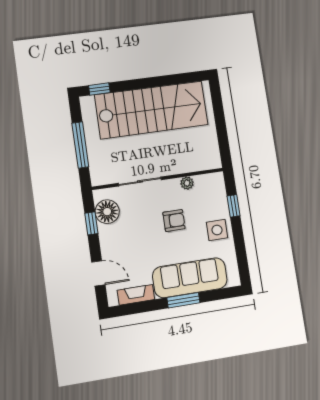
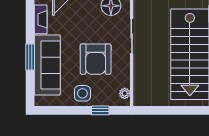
plant: (187, 183) -> (125, 93), moved
armchair: (174, 221) -> (96, 59), width x1.88, depth x1.88

